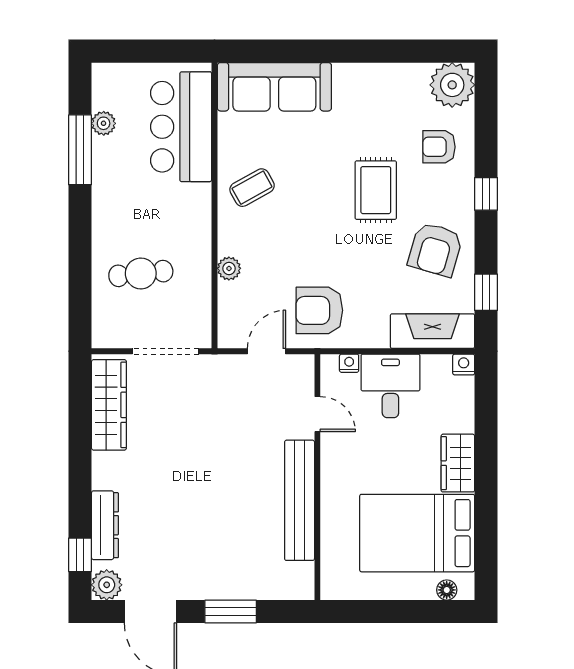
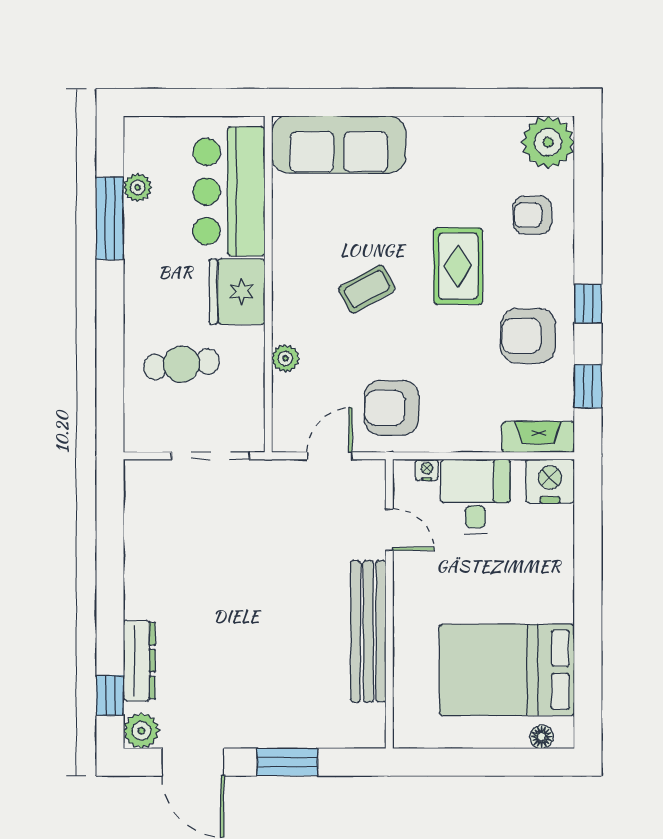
coffee table: (252, 188) -> (367, 289), moved
window: (486, 194) -> (588, 304), moved
fridge: (188, 212) -> (237, 292), added
armchair: (435, 249) -> (528, 336), turned 74
fireplace: (432, 331) -> (538, 437), width x0.73, depth x0.76
nightstand: (464, 364) -> (550, 481), width x1.89, depth x1.79
wardrobe: (109, 405) -> (144, 519), removed
wardrobe: (458, 463) -> (555, 587), removed

